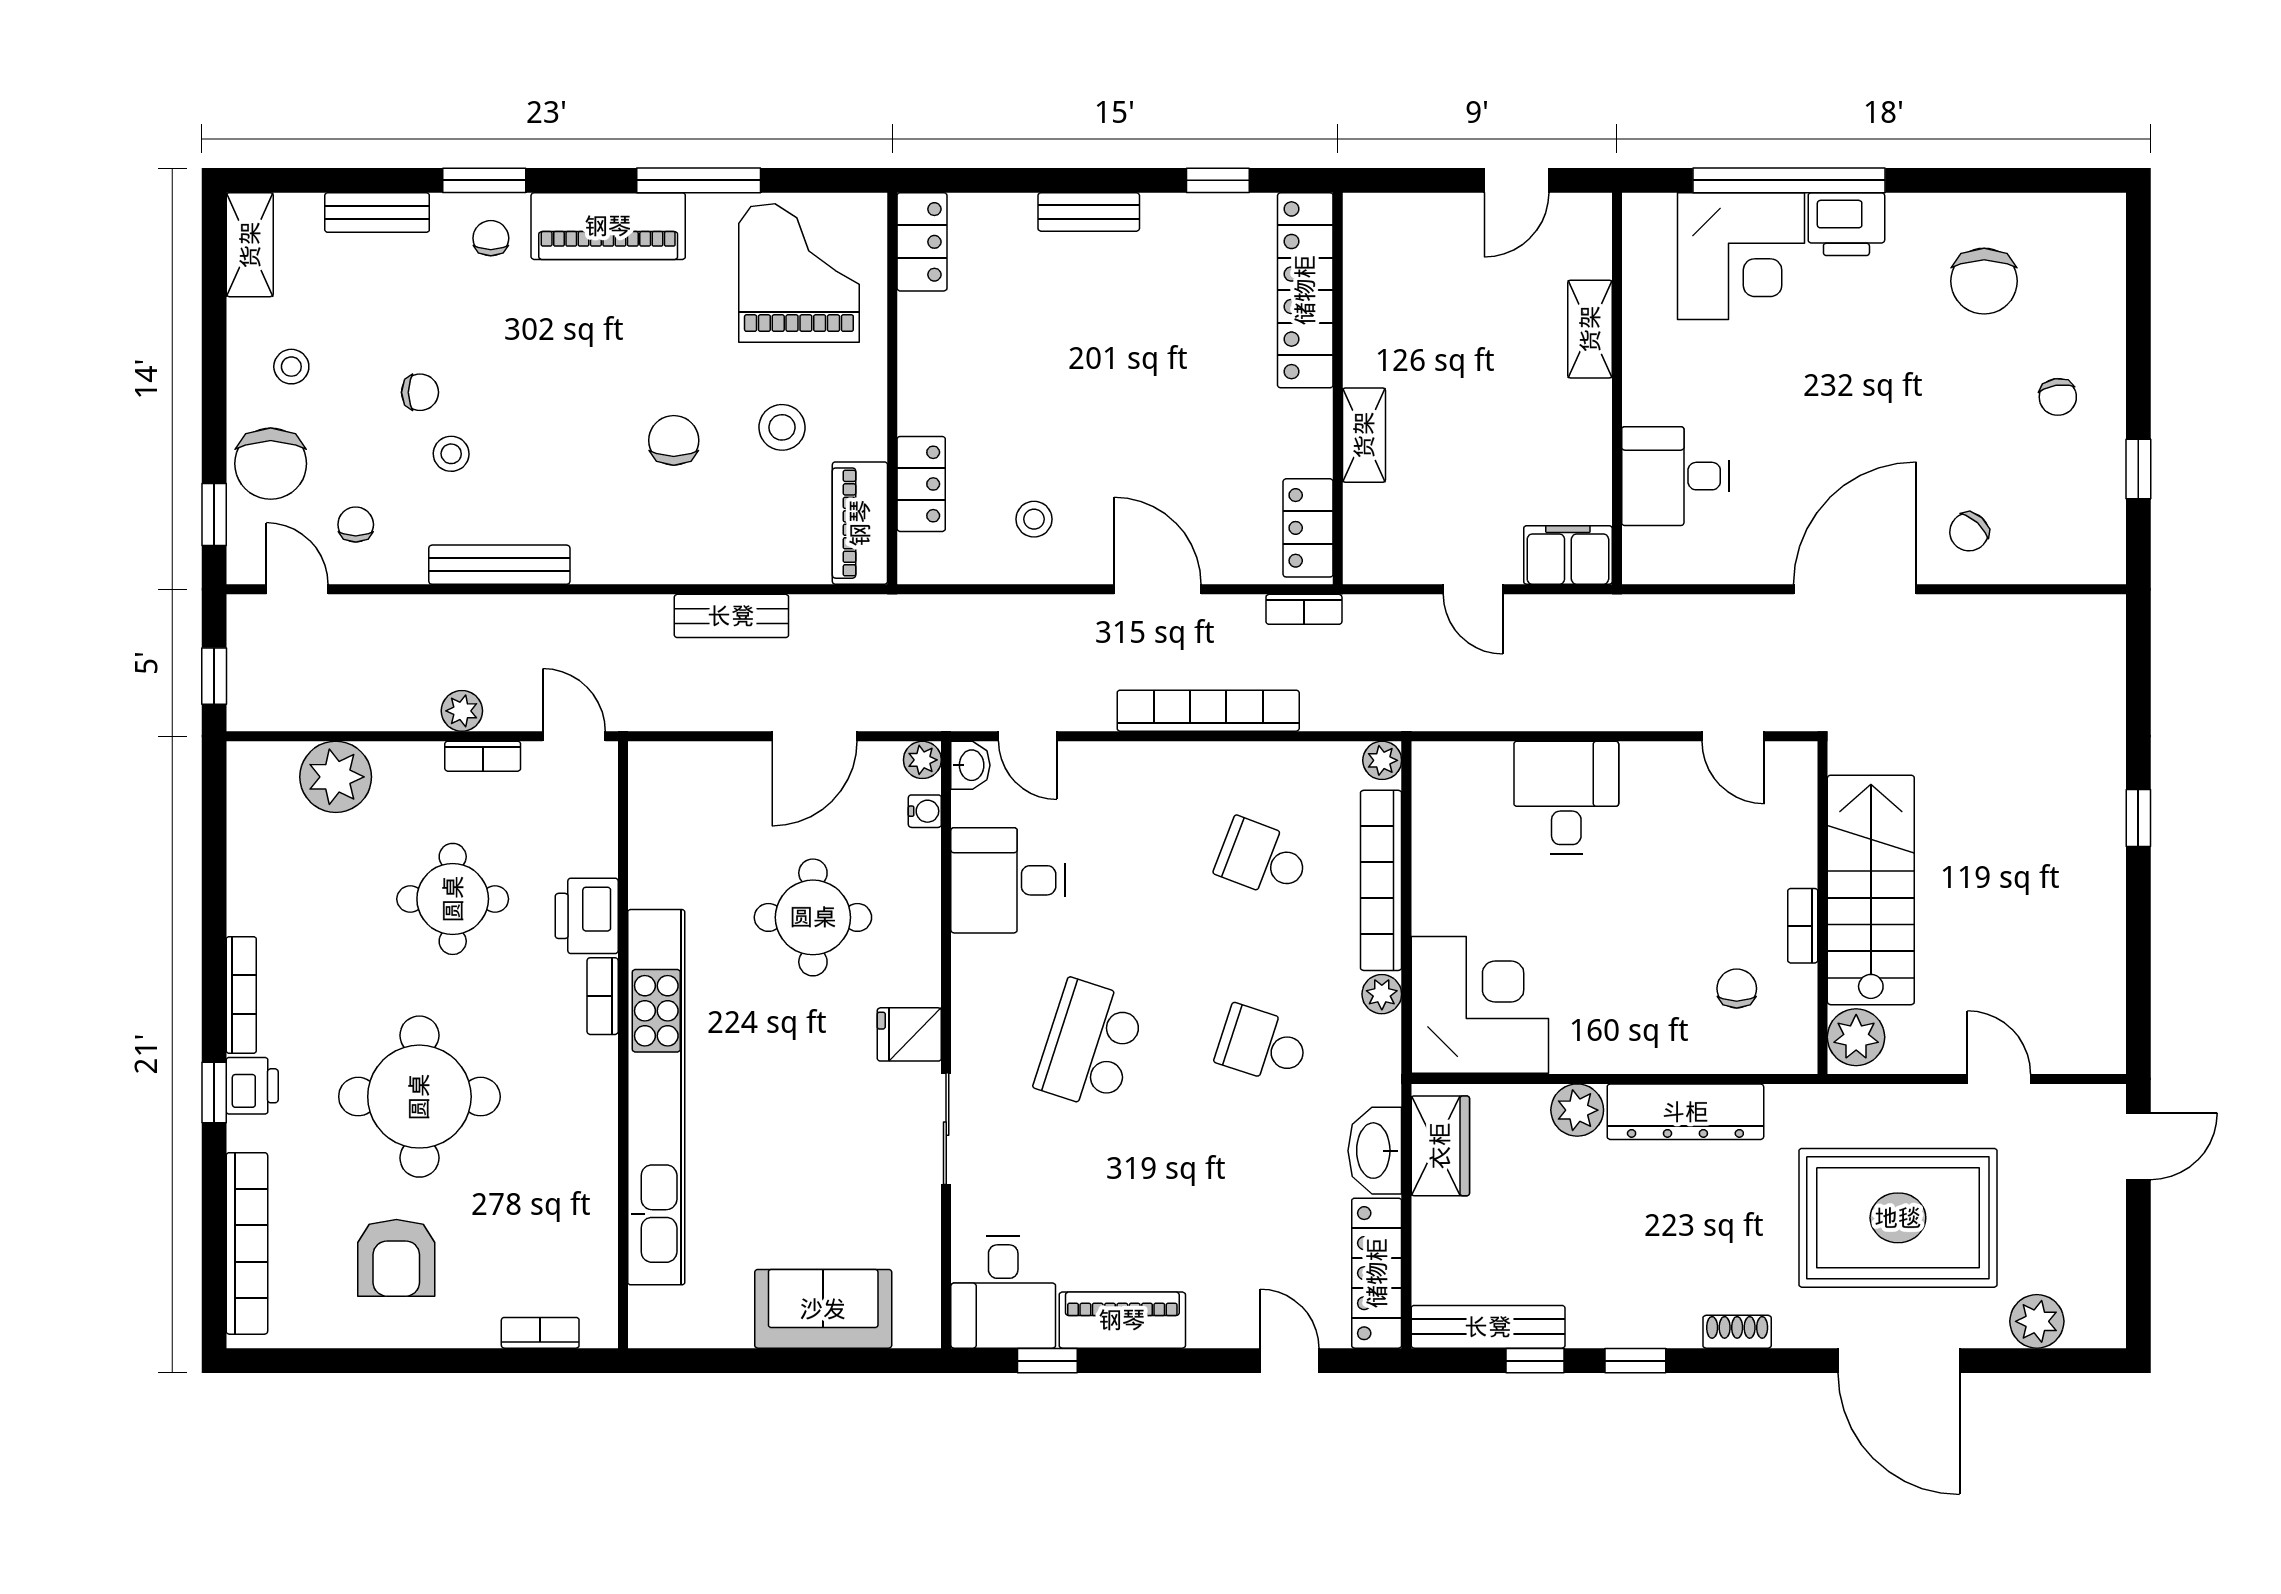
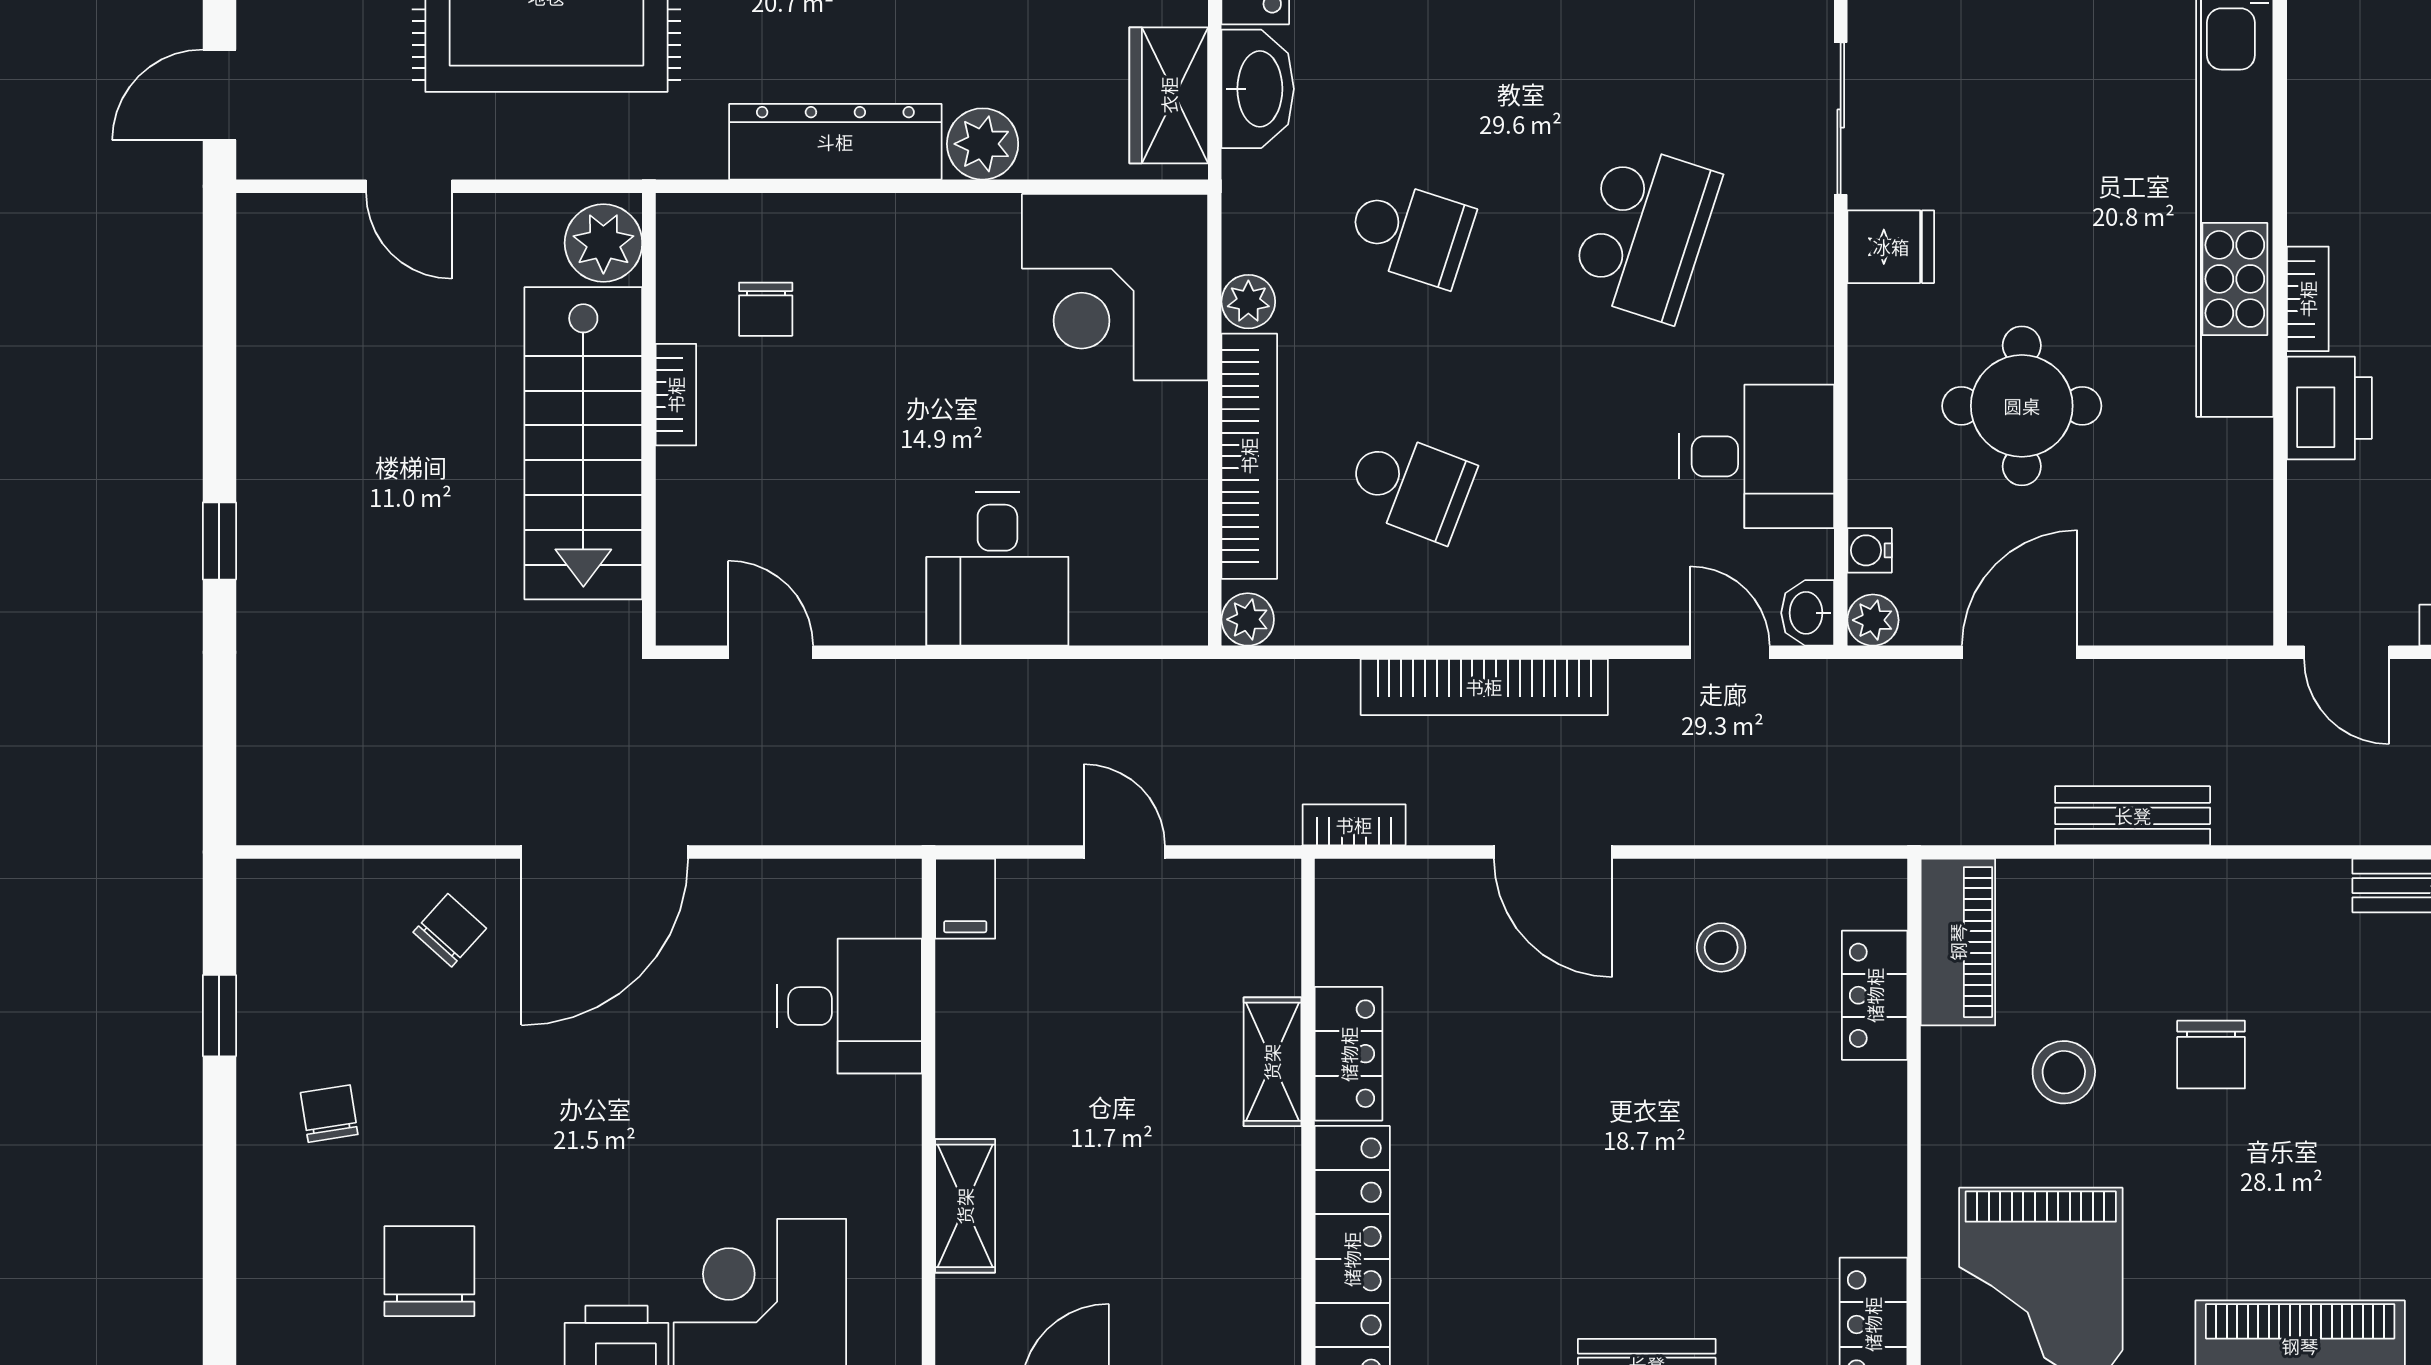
locker: (1308, 528) -> (1349, 1054), moved
filing cabinet: (1568, 555) -> (965, 899), width x0.50

